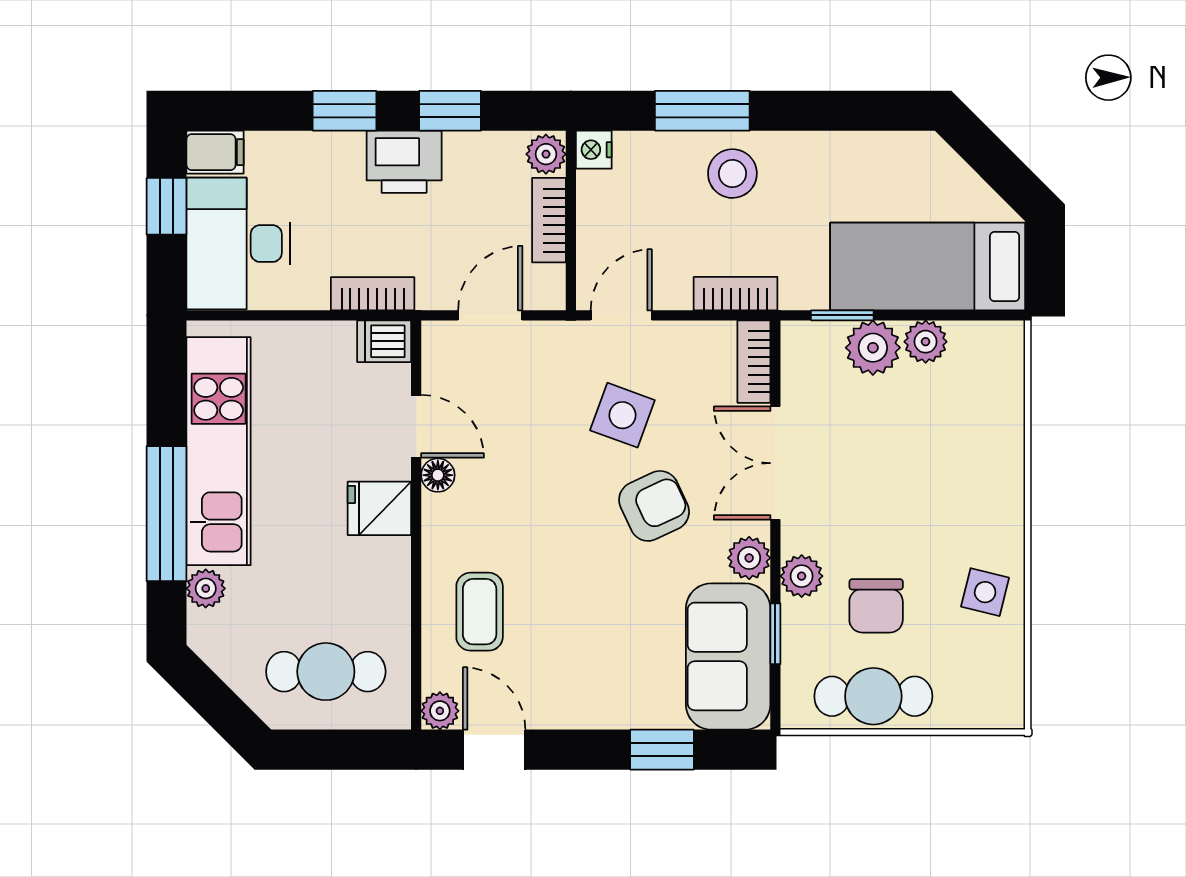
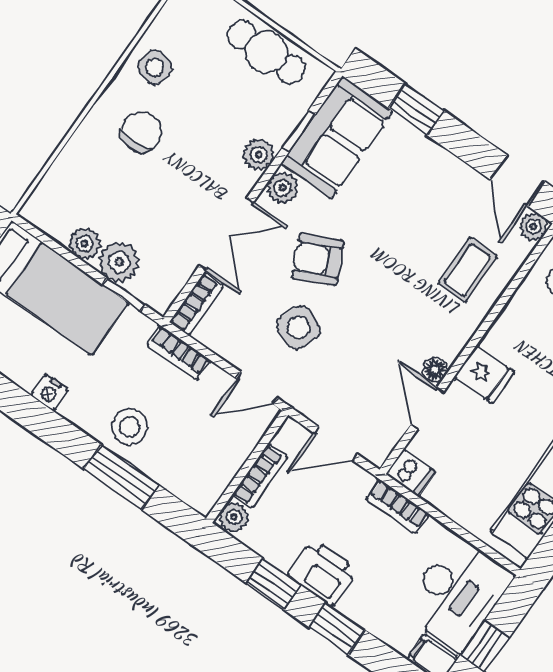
nightstand: (594, 150) -> (50, 393), moved, turned 90
chair: (876, 606) -> (141, 132), moved

